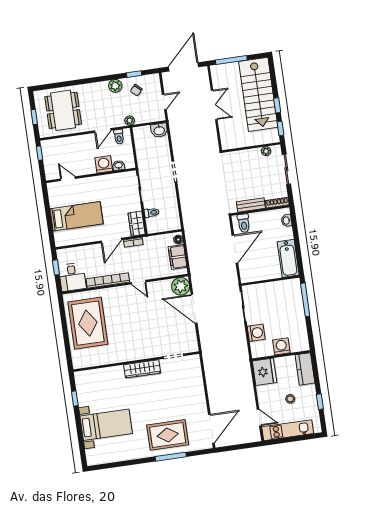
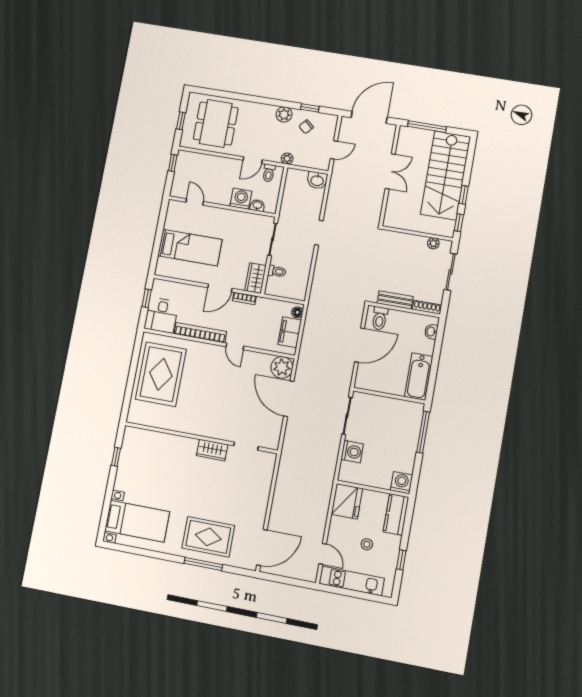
washing machine: (281, 346) -> (401, 483), moved
wardrobe: (142, 369) -> (212, 450), width x0.67
bed with nightstands: (106, 425) -> (137, 521), moved

